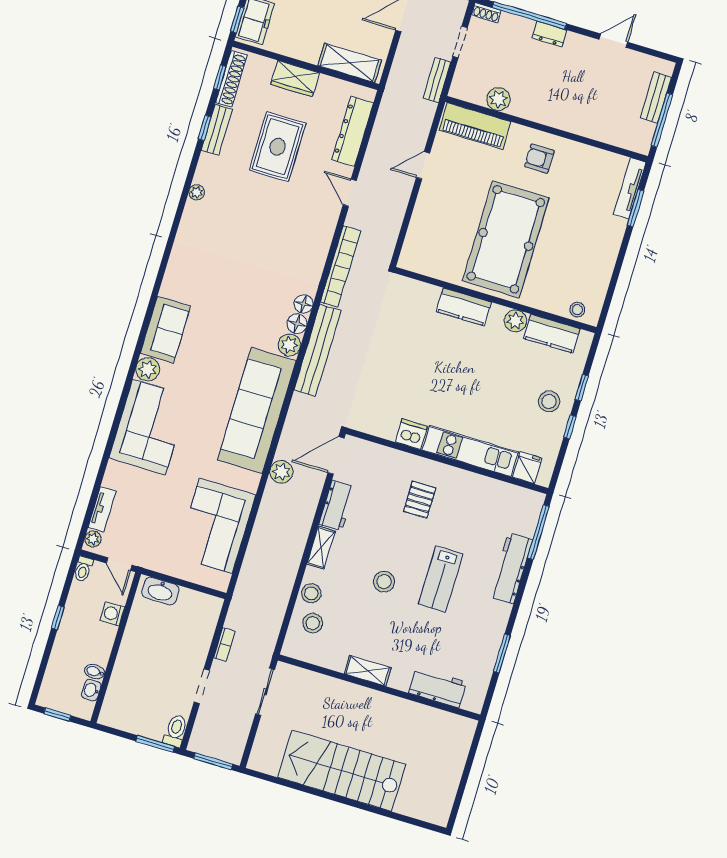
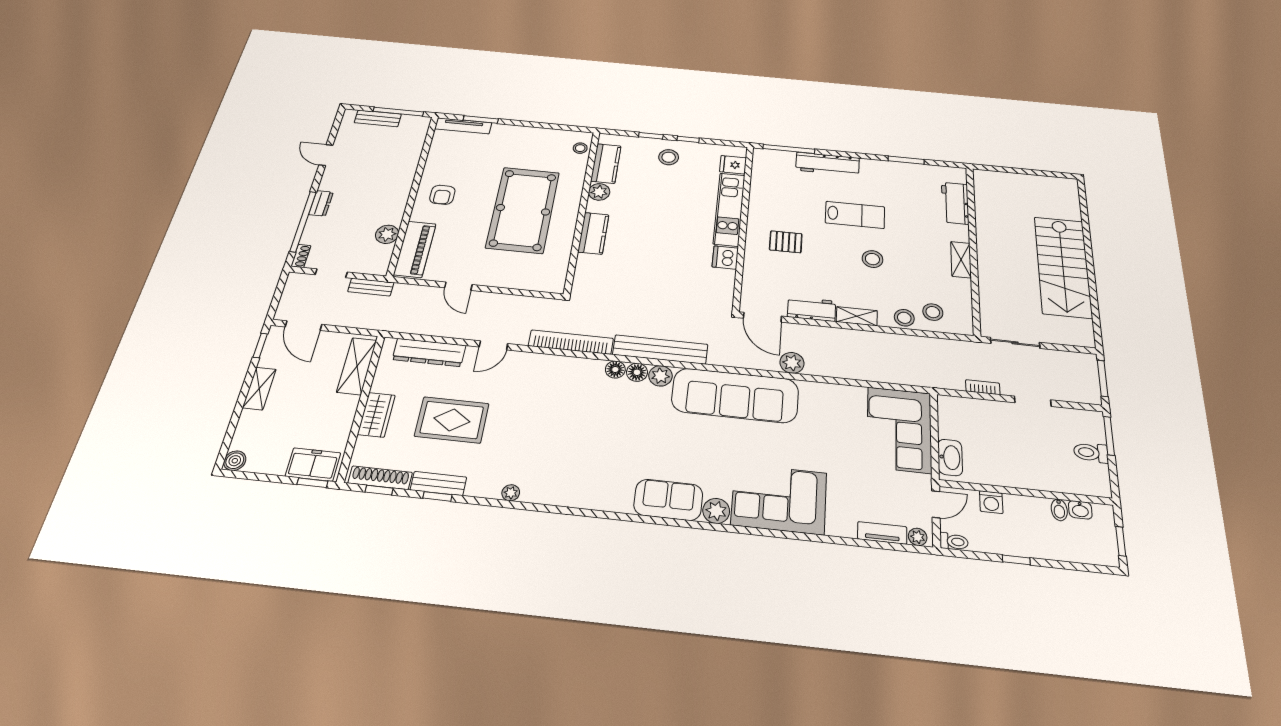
pool table: (506, 239) -> (523, 210), turned 90
corner sofa: (216, 526) -> (899, 430), moved, turned 90
toilet: (175, 731) -> (1091, 453), moved

